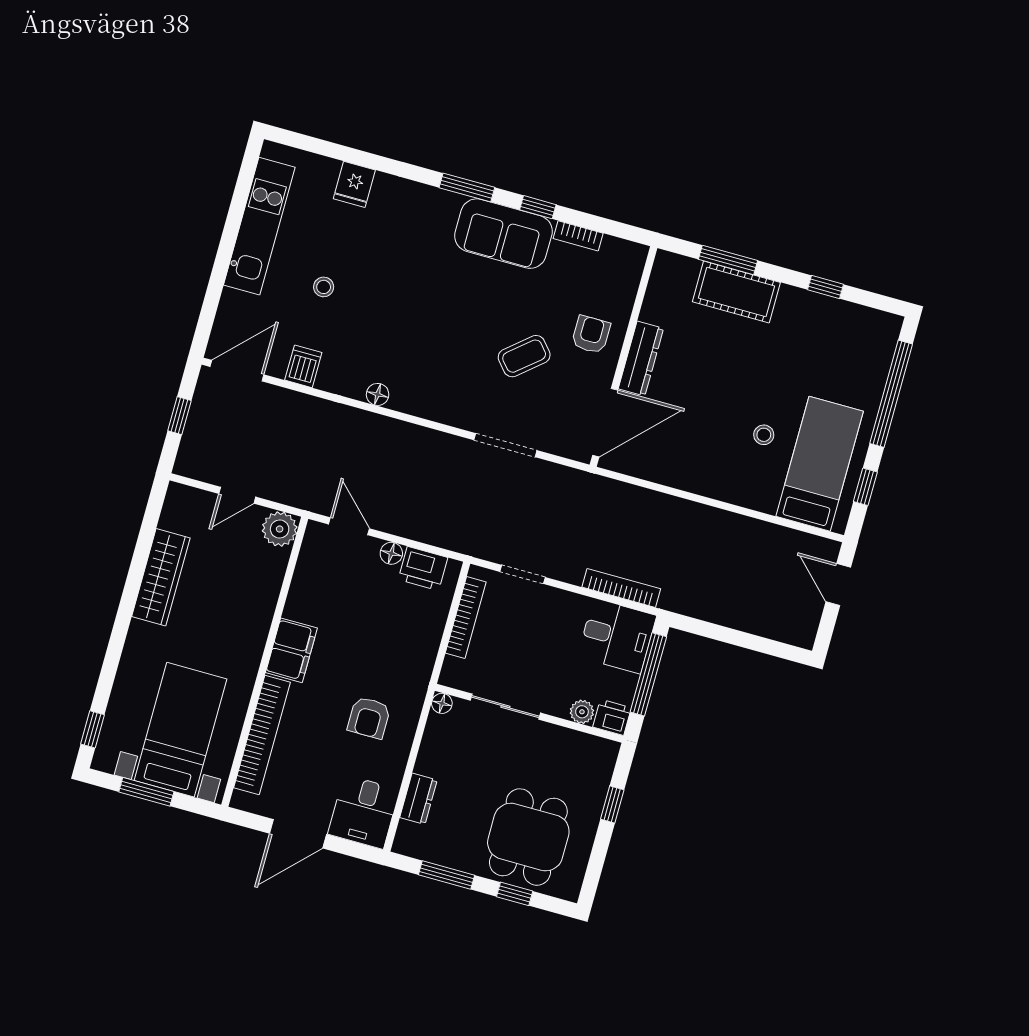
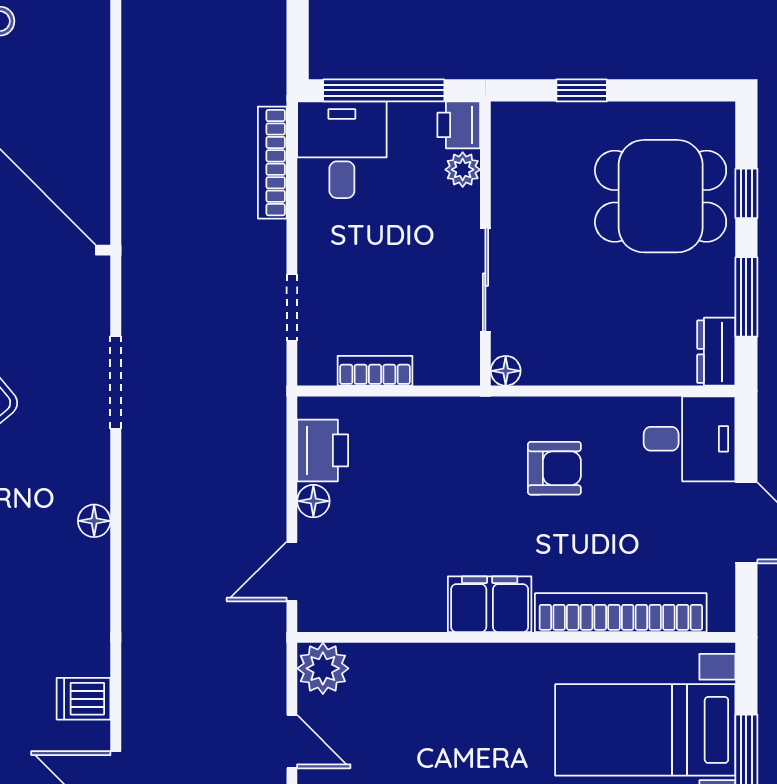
floor lamp: (378, 394) -> (94, 521), moved
bookcase: (466, 618) -> (375, 371), width x0.64
dresser: (418, 799) -> (716, 352), moved, turned -90

